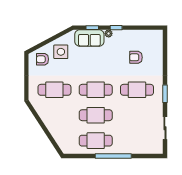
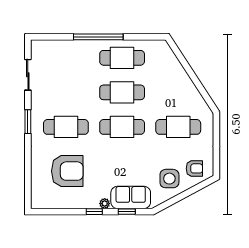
armchair: (136, 57) -> (67, 171), width x1.88, depth x1.88

